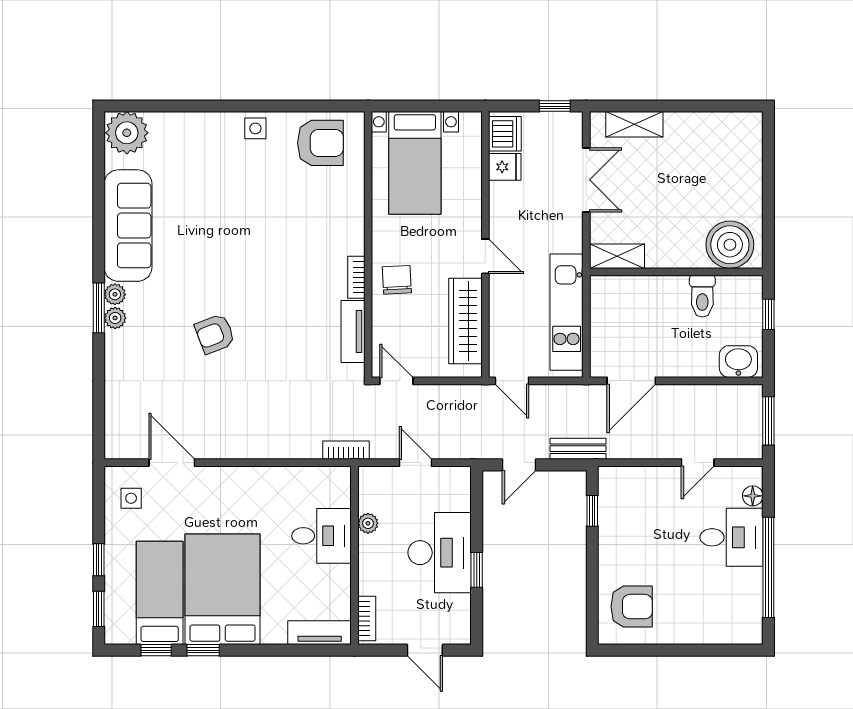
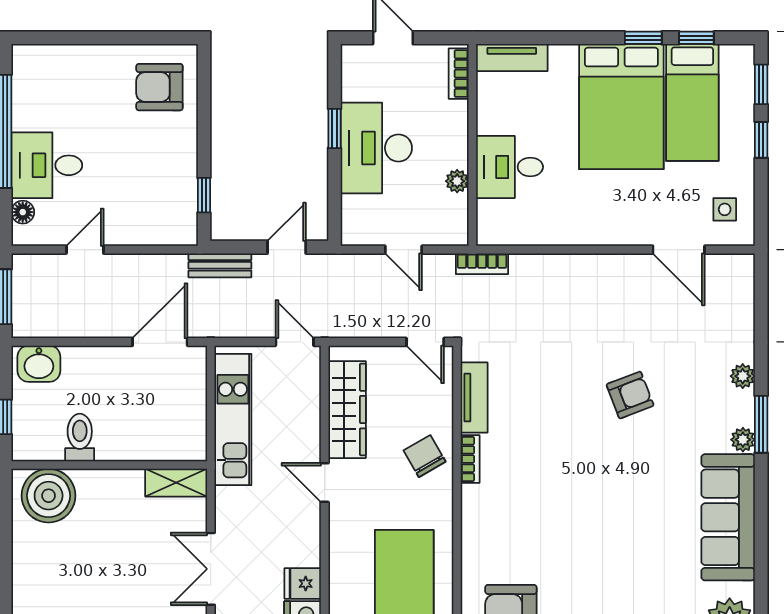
chair: (397, 280) -> (425, 456), turned 153
plant: (115, 318) -> (743, 376), moved

